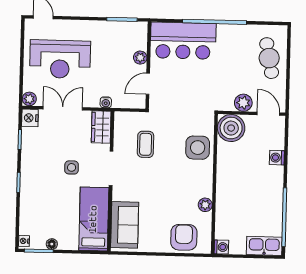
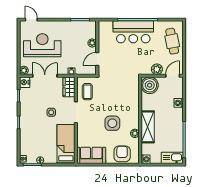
bar counter: (183, 41) -> (133, 32), moved
reception desk: (60, 59) -> (42, 45), turned 180
door: (268, 114) -> (173, 76), hinge flipped
coffee table: (146, 144) -> (87, 92), moved
side table: (198, 148) -> (112, 123), moved
shelving: (226, 195) -> (148, 127), added
sofa: (125, 225) -> (91, 155), moved, turned -90

